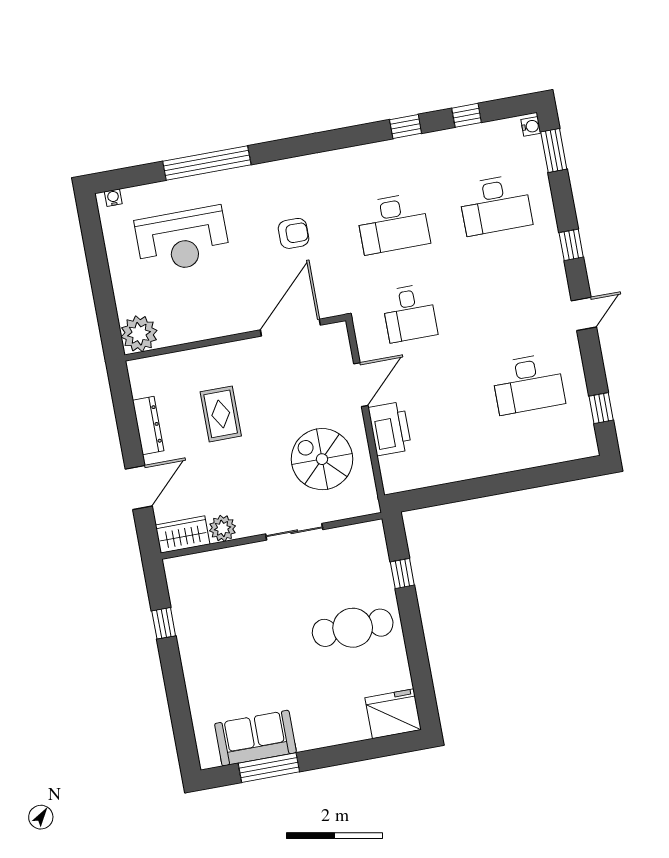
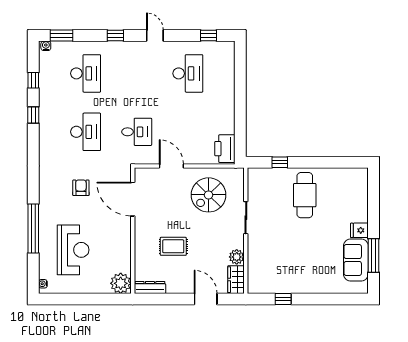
dresser: (148, 425) -> (150, 288), moved
printer: (390, 429) -> (225, 149), moved, turned -90
fridge: (393, 714) -> (359, 230), moved, width x0.53, depth x0.75

